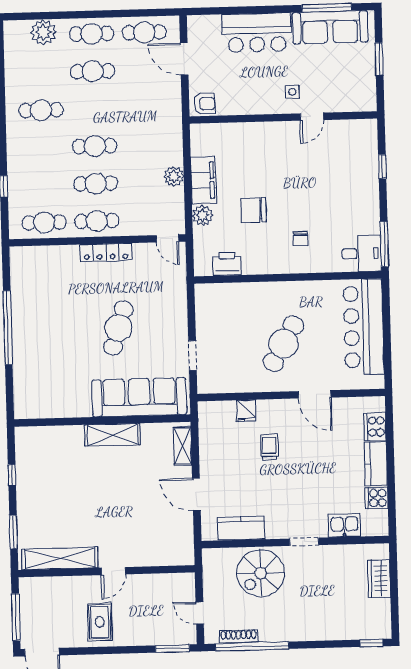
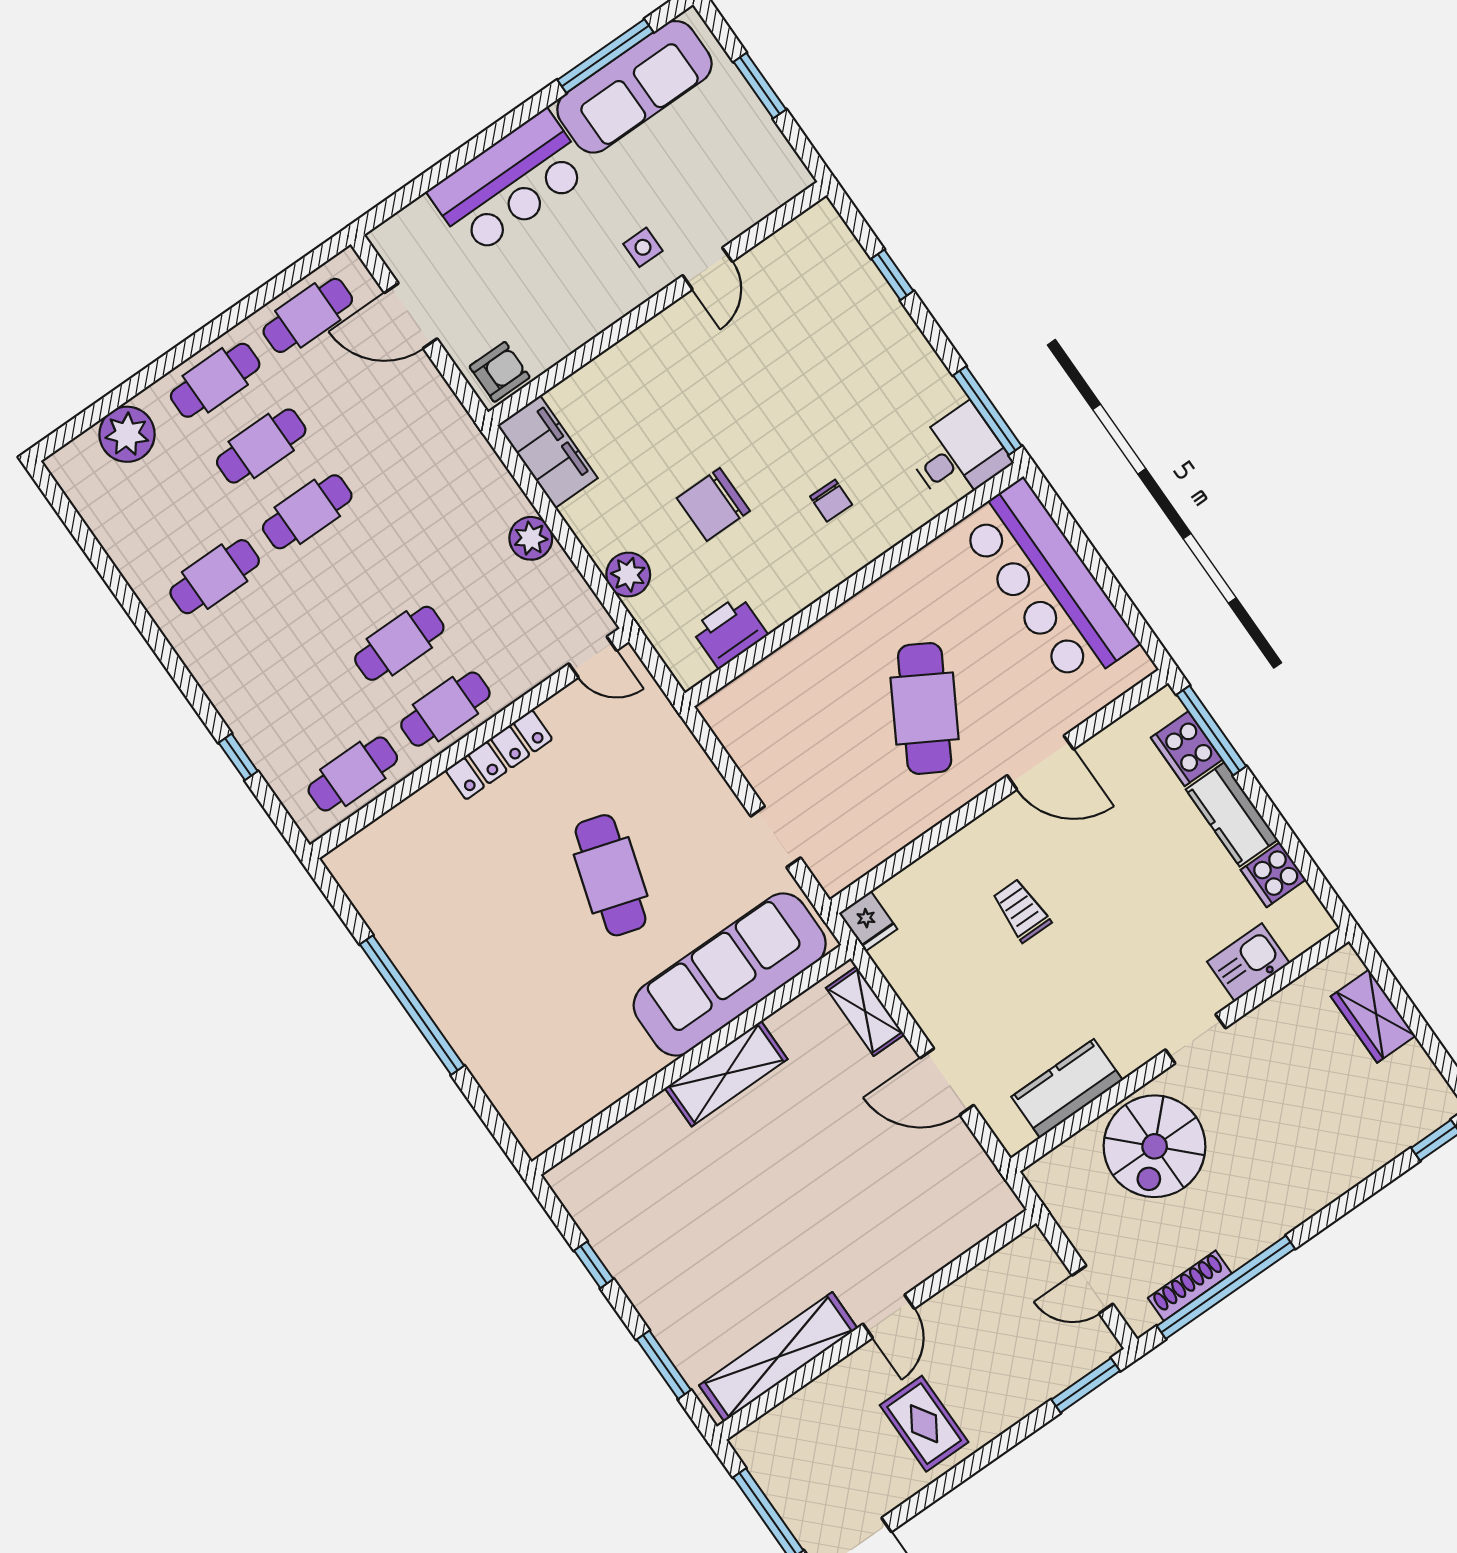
cafe table: (95, 146) -> (307, 512), moved
filing cabinet: (203, 180) -> (548, 452), moved
fridge: (246, 411) -> (868, 921), moved
window: (389, 426) -> (1211, 730), added

